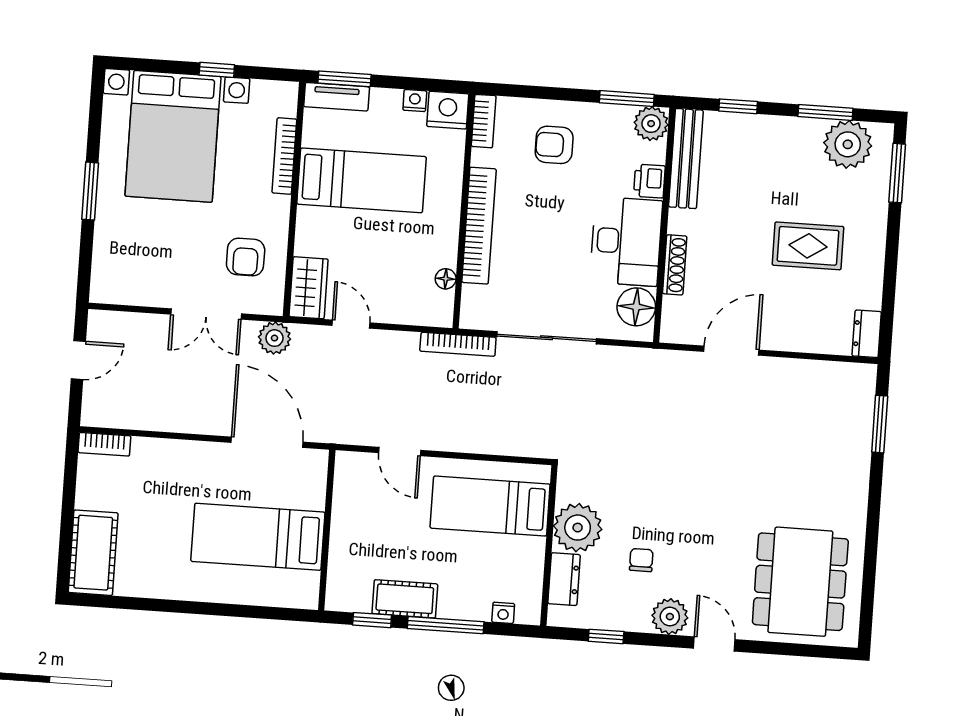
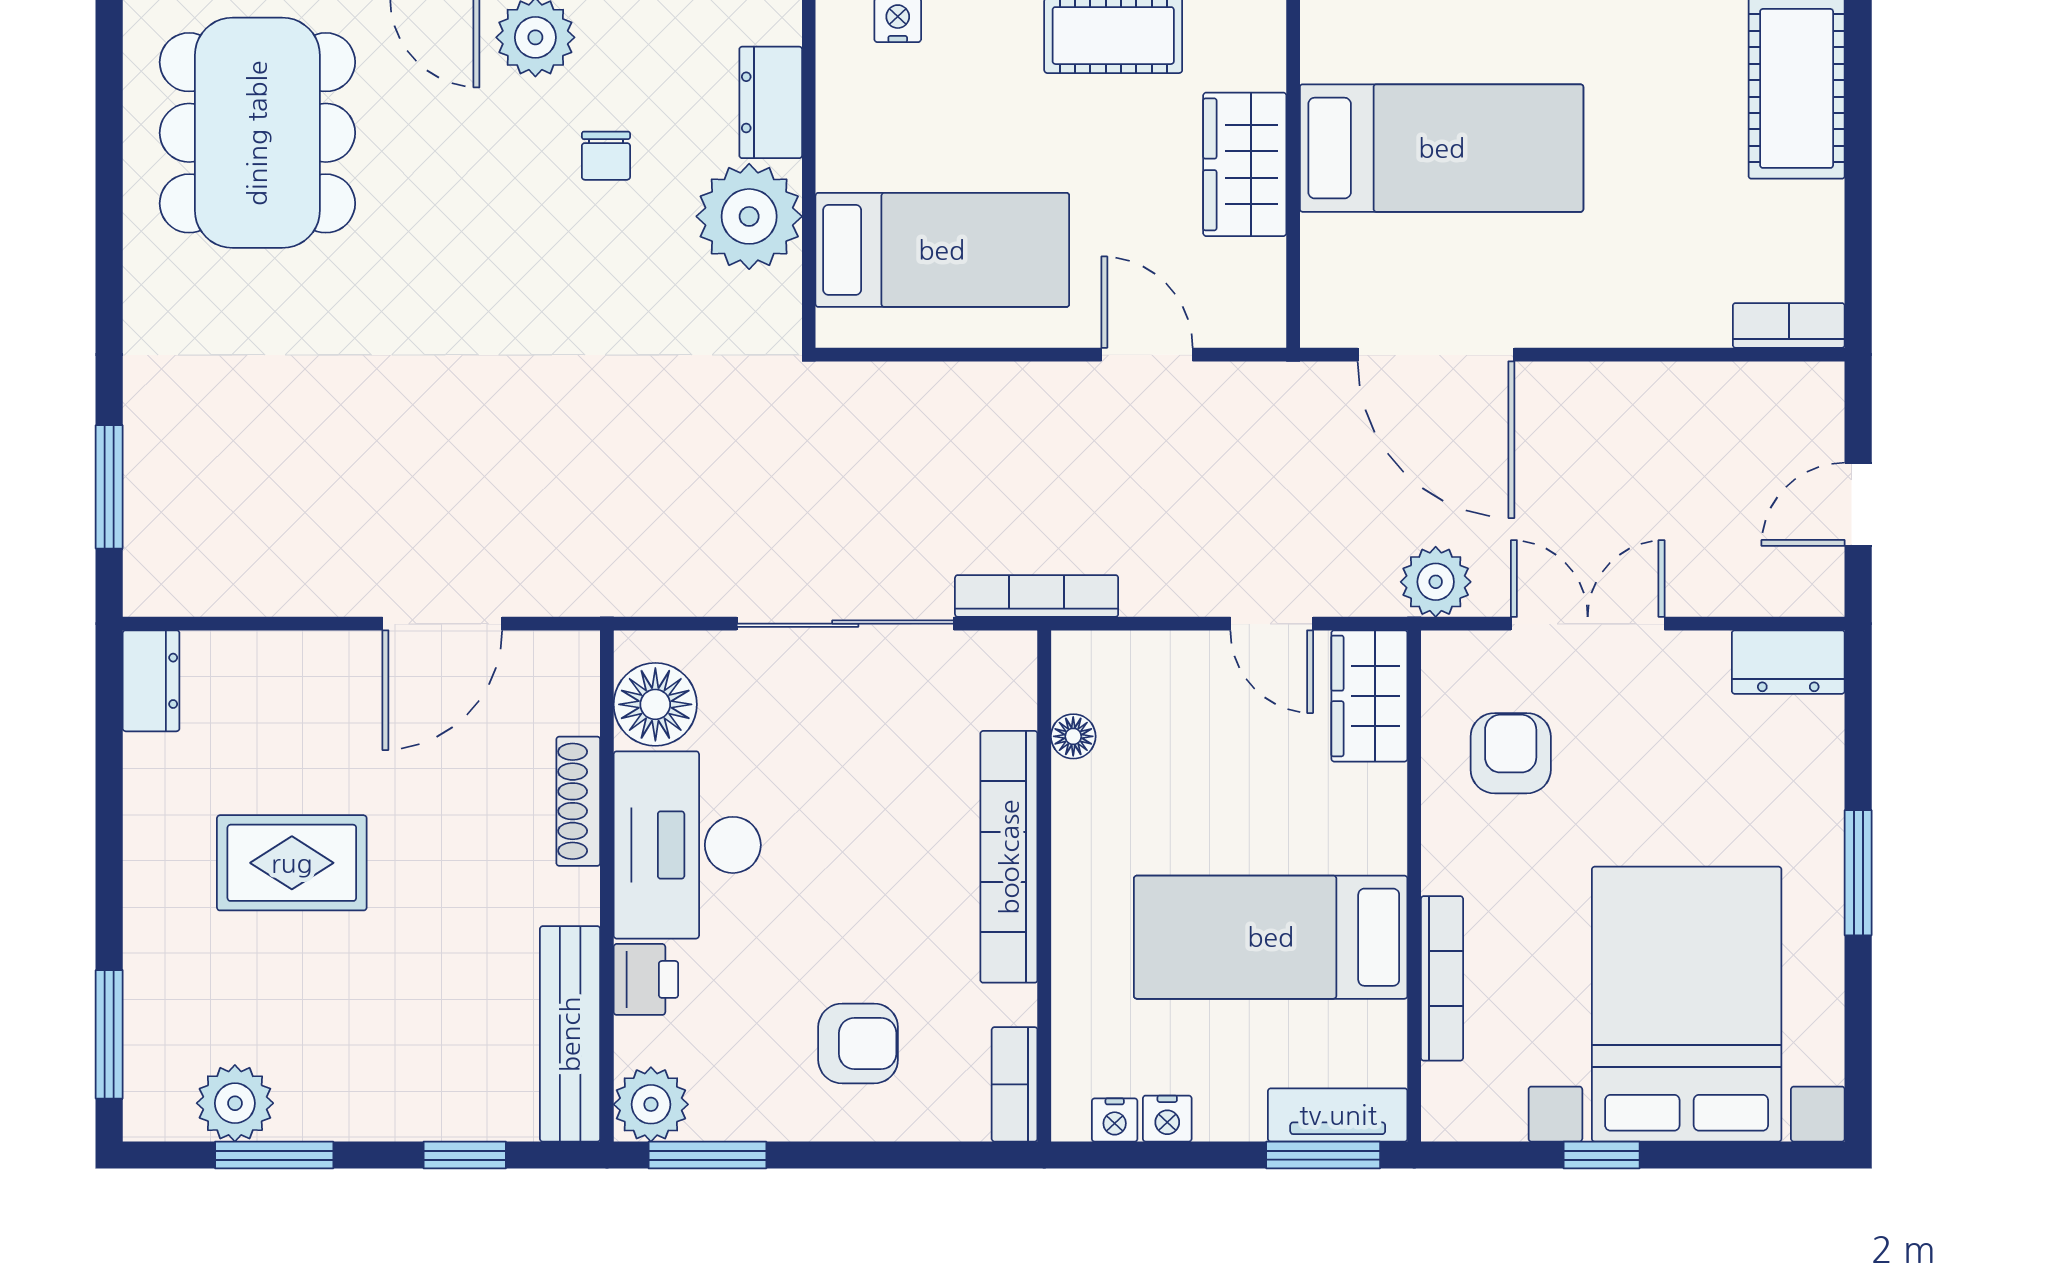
nightstand: (448, 110) -> (1115, 1120), width x0.53, depth x0.56
plant: (848, 144) -> (235, 1103), width x0.73, depth x0.73
dresser: (115, 290) -> (1788, 662), added
wardrobe: (349, 536) -> (1245, 164), added

